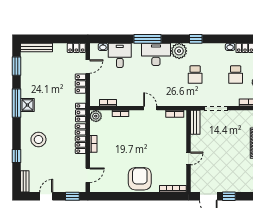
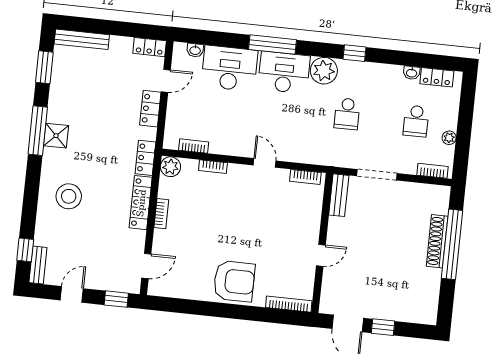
desk: (120, 55) -> (230, 68), width x1.37
window: (17, 156) -> (25, 250), moved
armchair: (140, 179) -> (234, 281), turned 90

